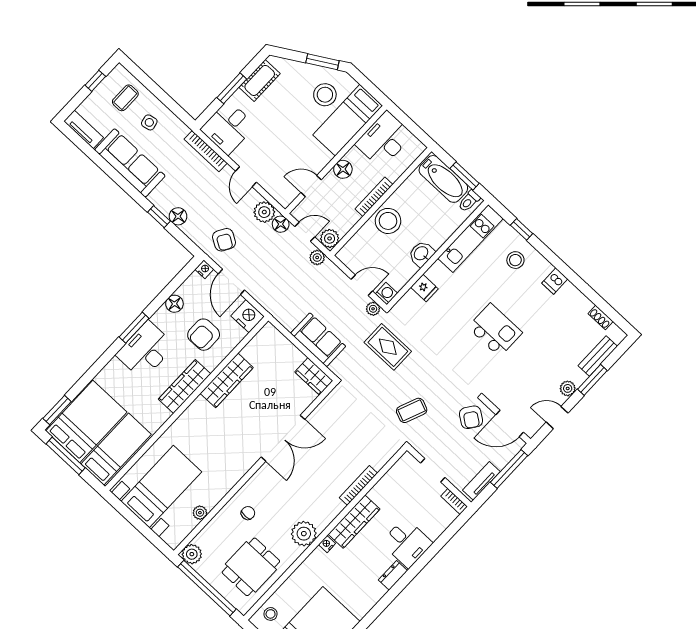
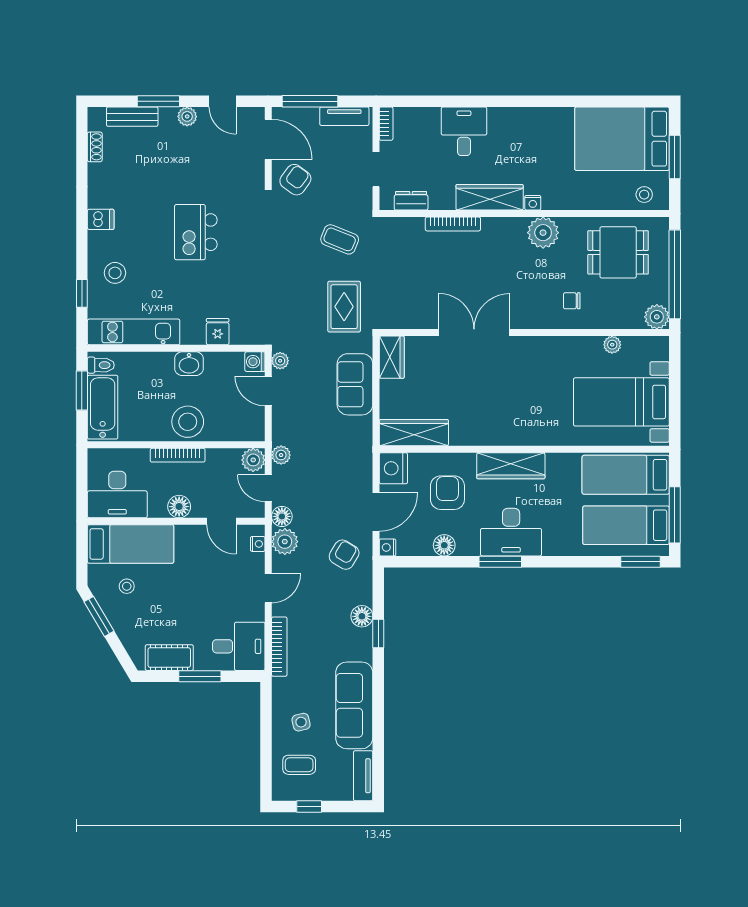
stool: (325, 95) -> (127, 586), width x0.53, depth x0.53
nightstand: (278, 195) -> (258, 544), added
armchair: (204, 335) -> (447, 493), turned -90
rug: (388, 347) -> (344, 307), moved
wardrobe: (227, 380) -> (414, 433), moved
bed: (86, 422) -> (626, 525), width x0.67
dresser: (393, 575) -> (411, 201), moved, turned 180

